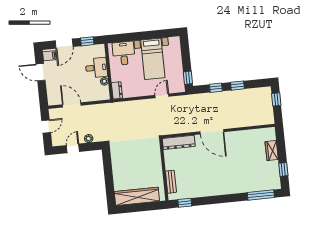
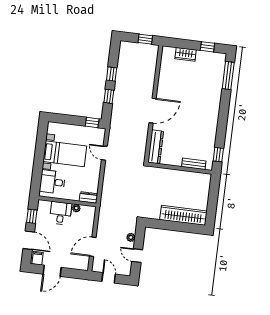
window: (276, 99) -> (145, 39), moved
wardrobe: (137, 196) -> (183, 215), moved, turned 90

